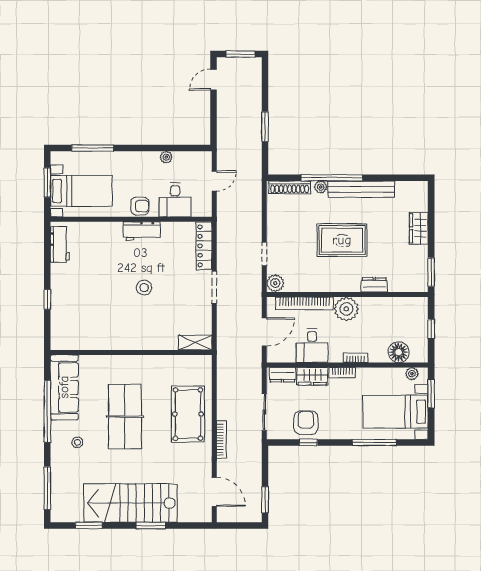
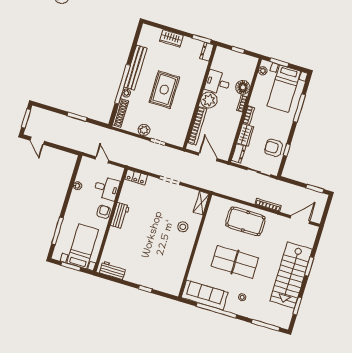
locker: (204, 246) -> (136, 177), width x0.66
plant: (275, 283) -> (144, 130), moved
dresser: (374, 285) -> (207, 52), moved
stool: (144, 288) -> (183, 227), moved
desk: (312, 346) -> (218, 83), moved, turned 180
floor lamp: (399, 352) -> (243, 87), moved

